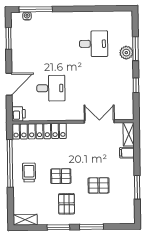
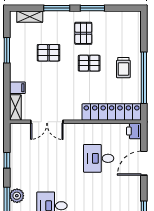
shelving: (25, 220) -> (30, 17), moved

